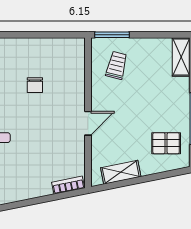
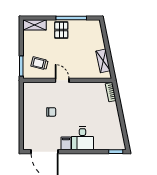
door: (88, 123) -> (62, 80), moved
pallet: (166, 143) -> (61, 30), moved

